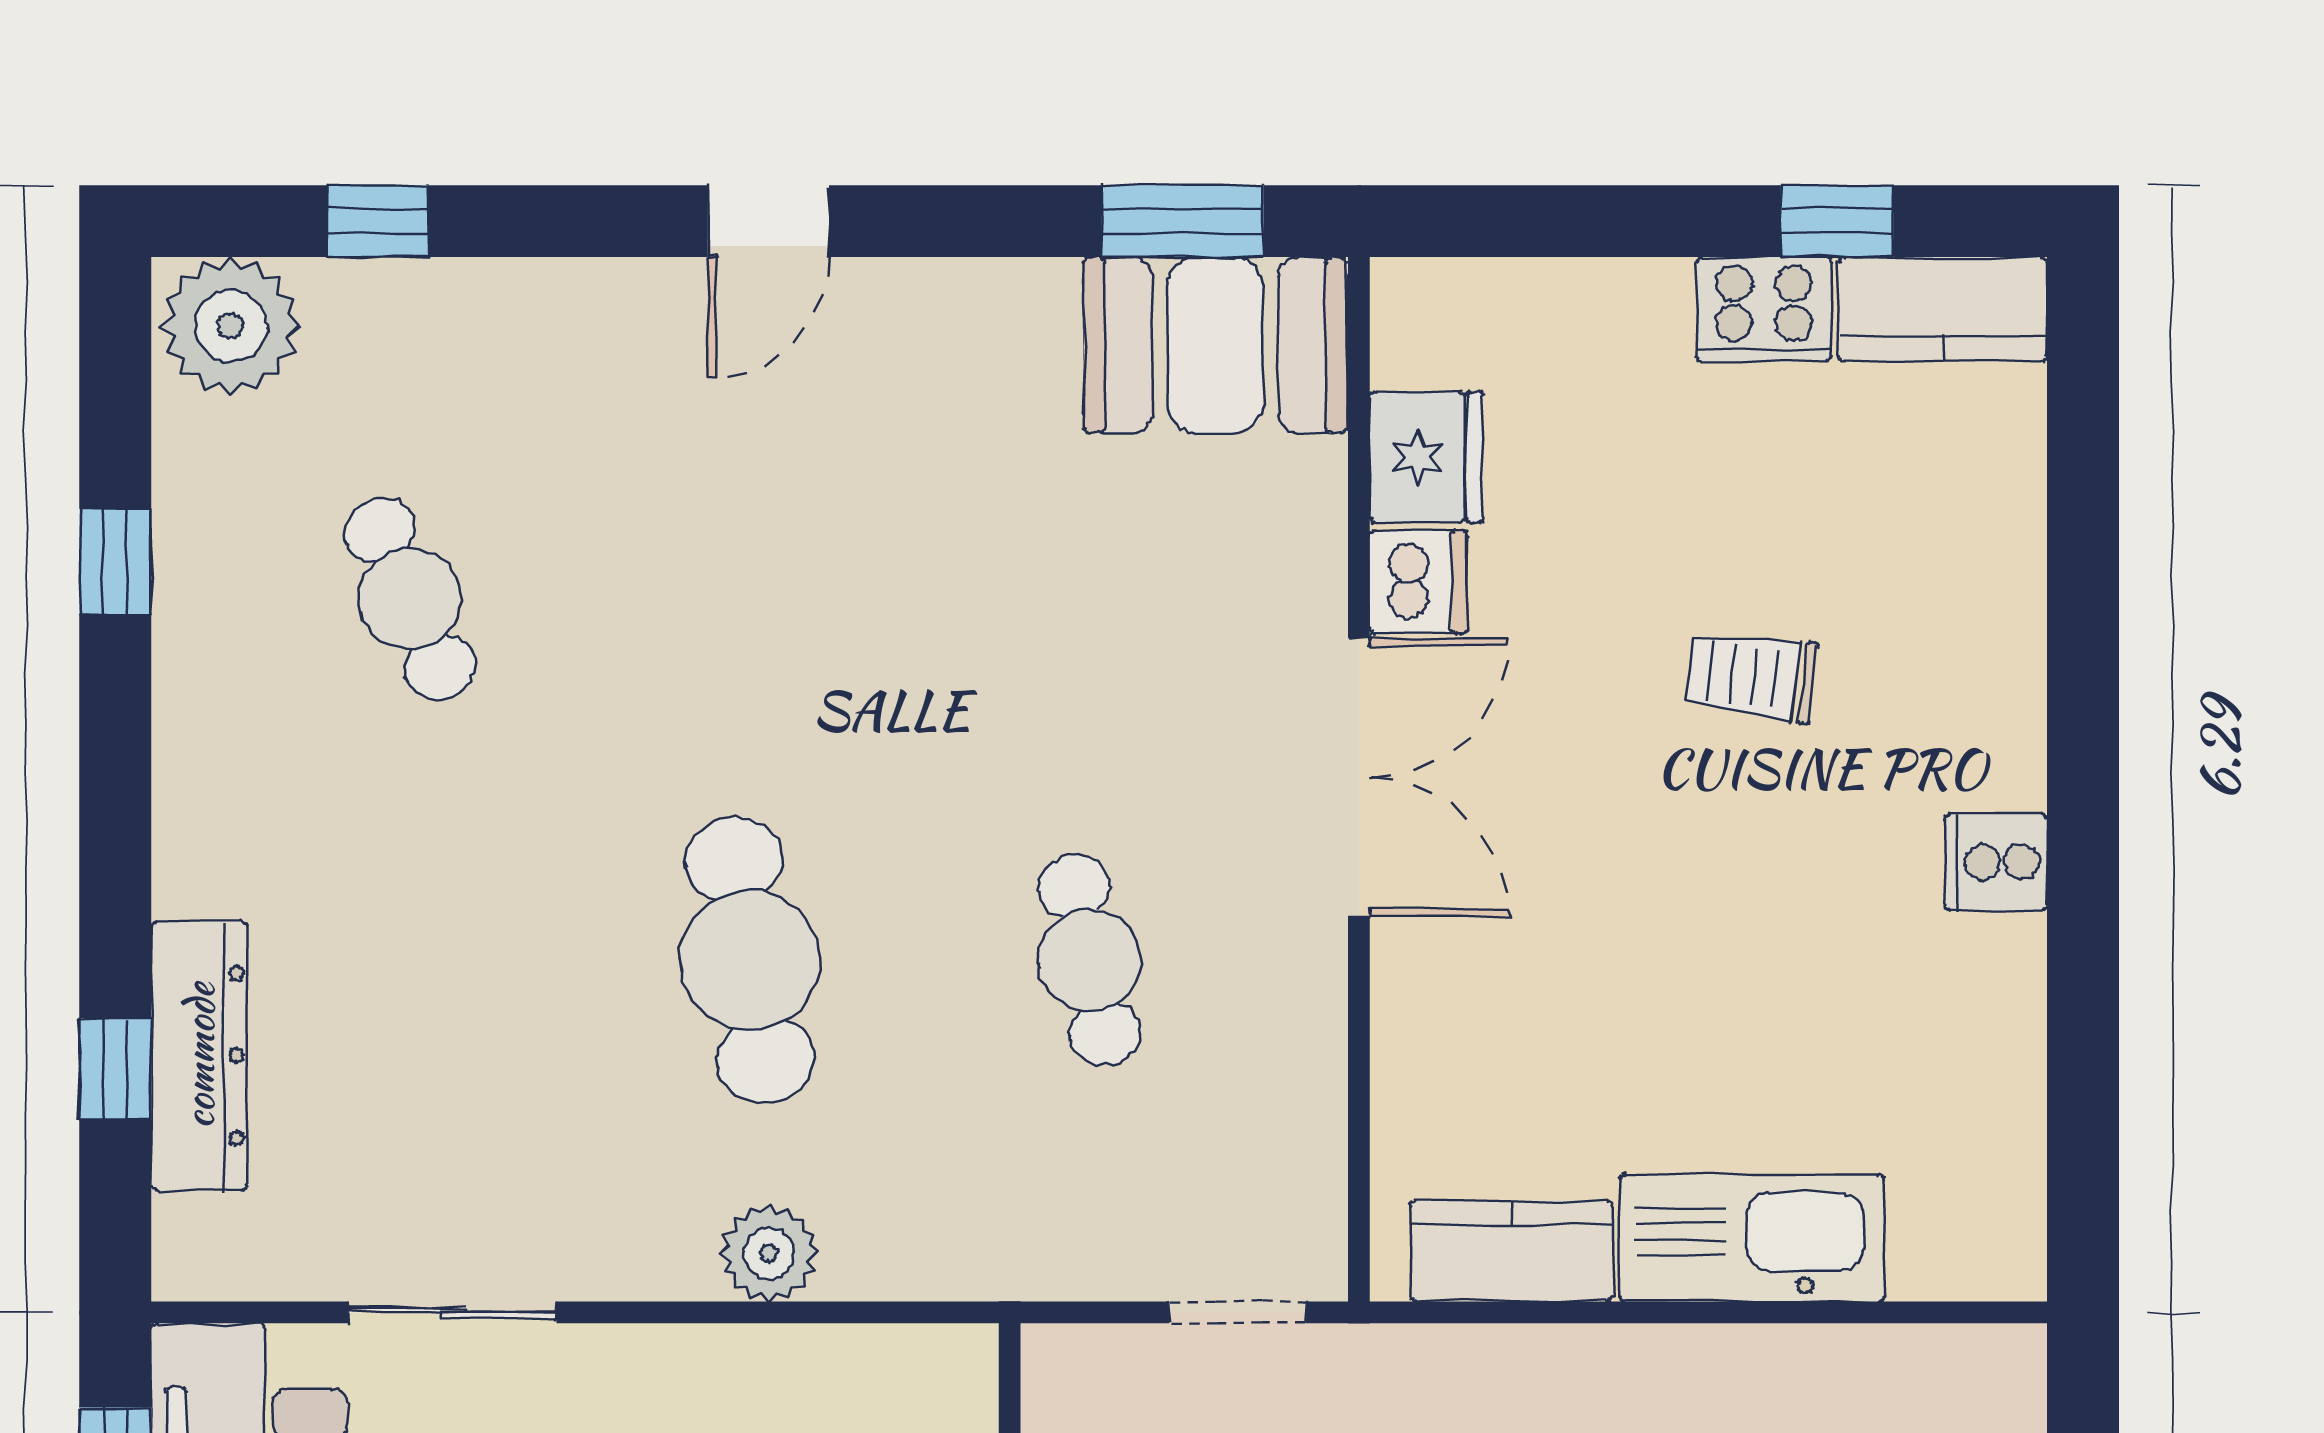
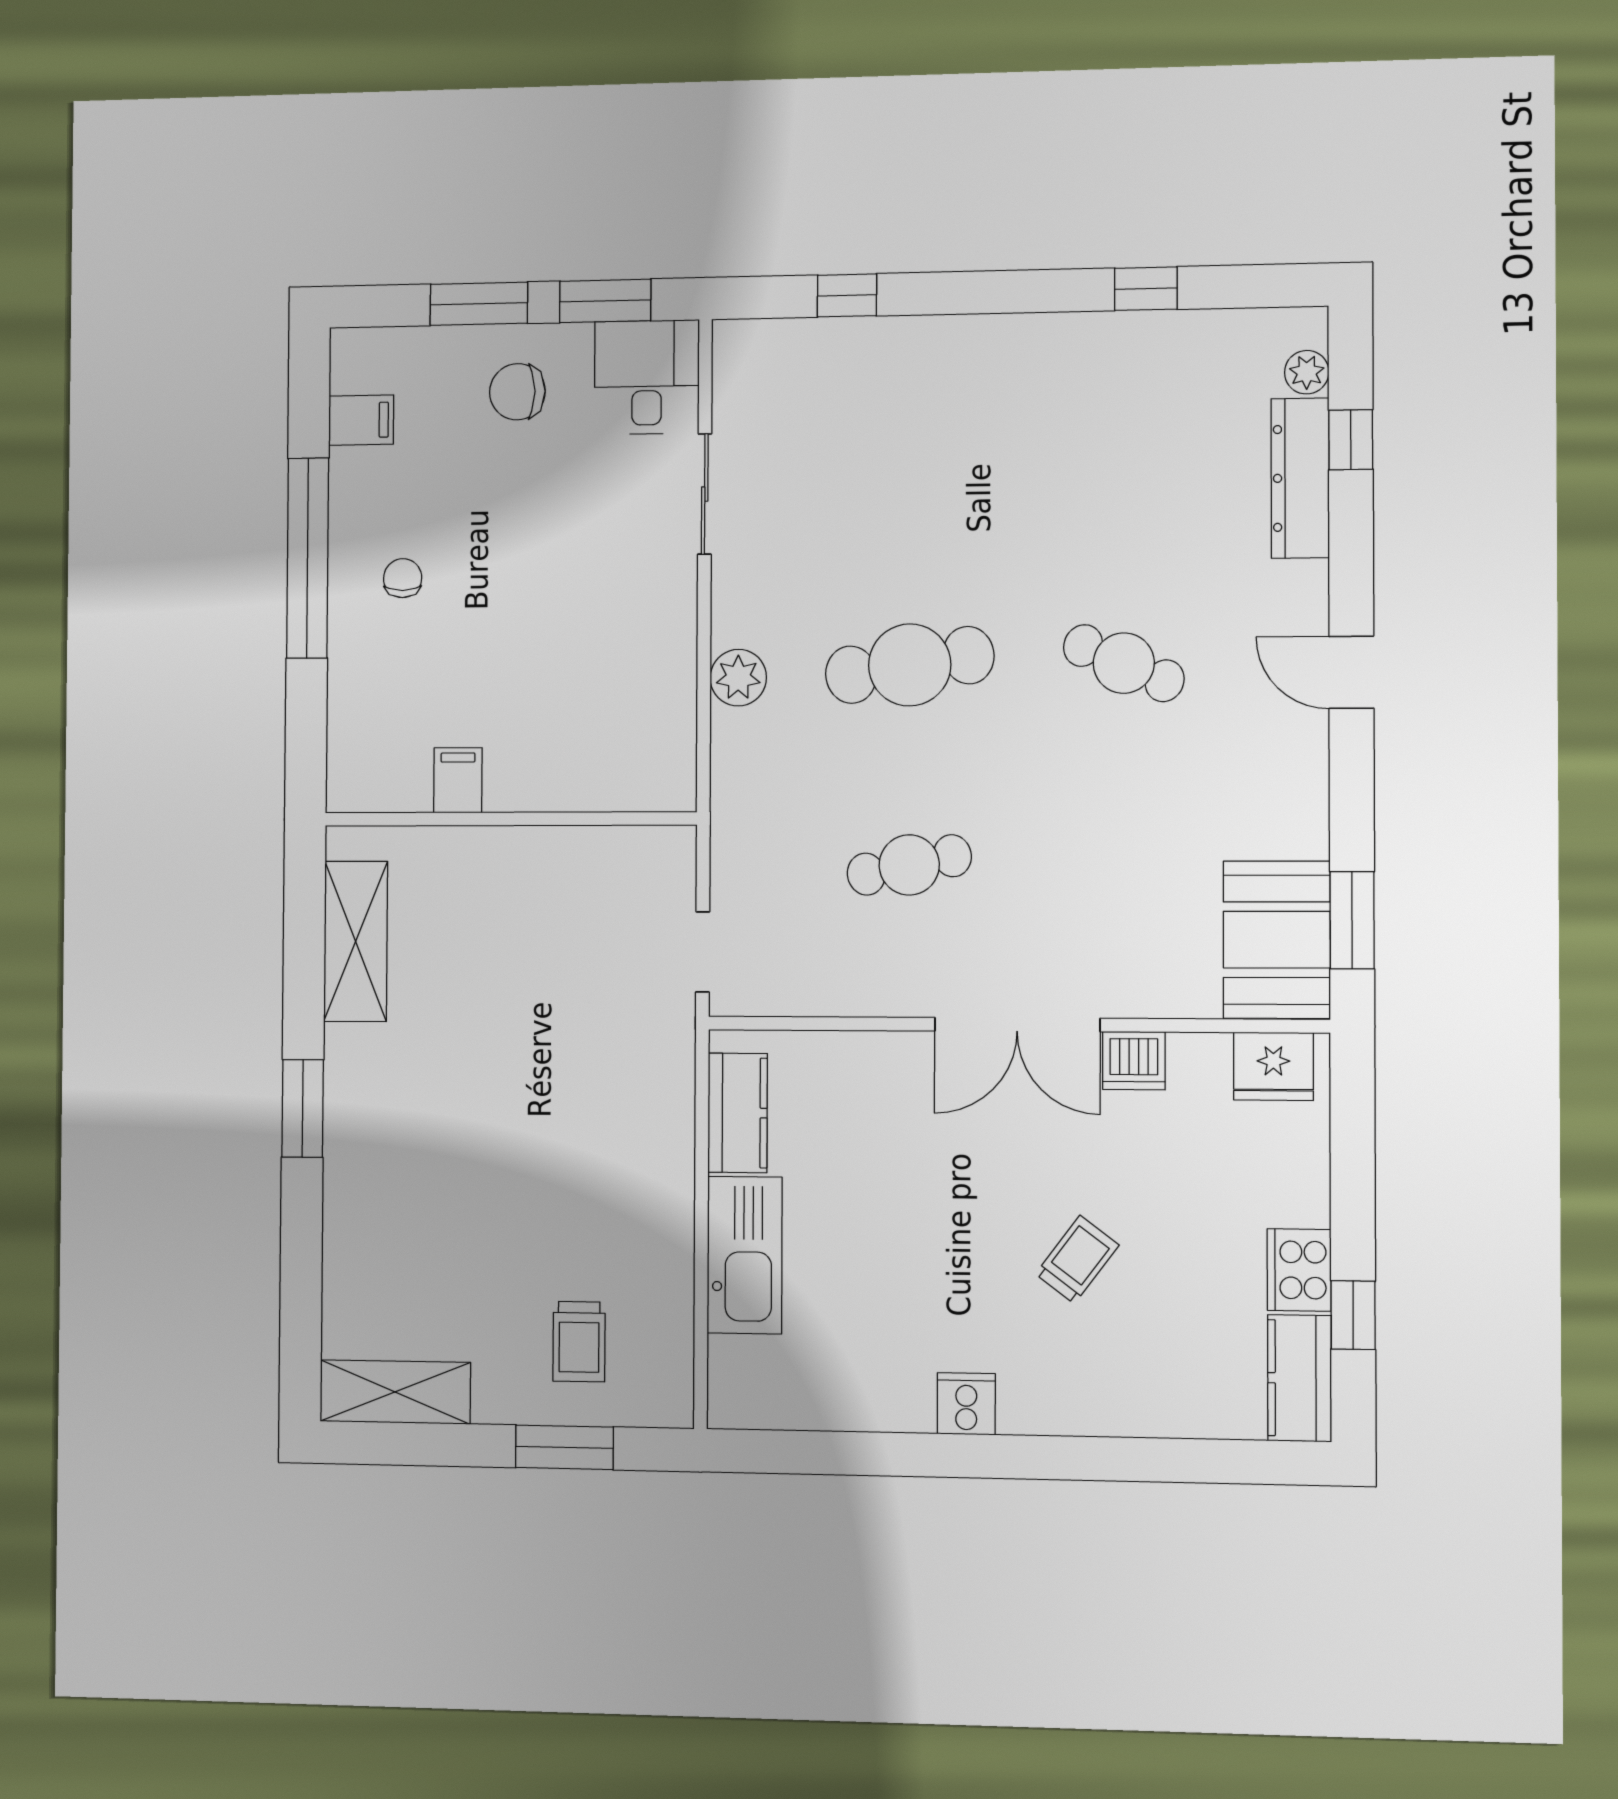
plant: (231, 326) -> (1307, 372), width x0.53, depth x0.53
fridge: (1426, 457) -> (1273, 1066), moved
cafe table: (410, 599) -> (1124, 663), moved, turned 48
trolley: (1752, 676) -> (1077, 1259), turned 30
dresser: (199, 1056) -> (1300, 478), moved, turned 90

